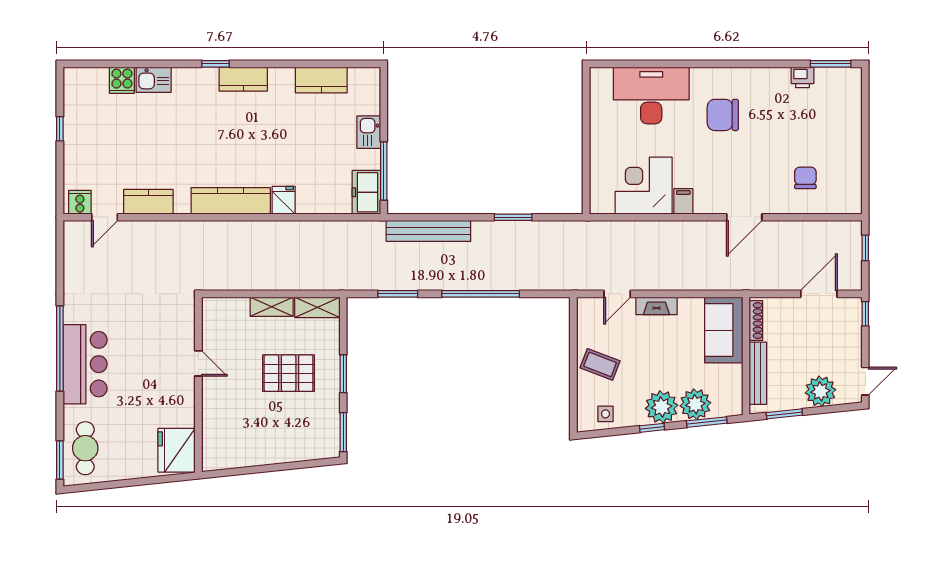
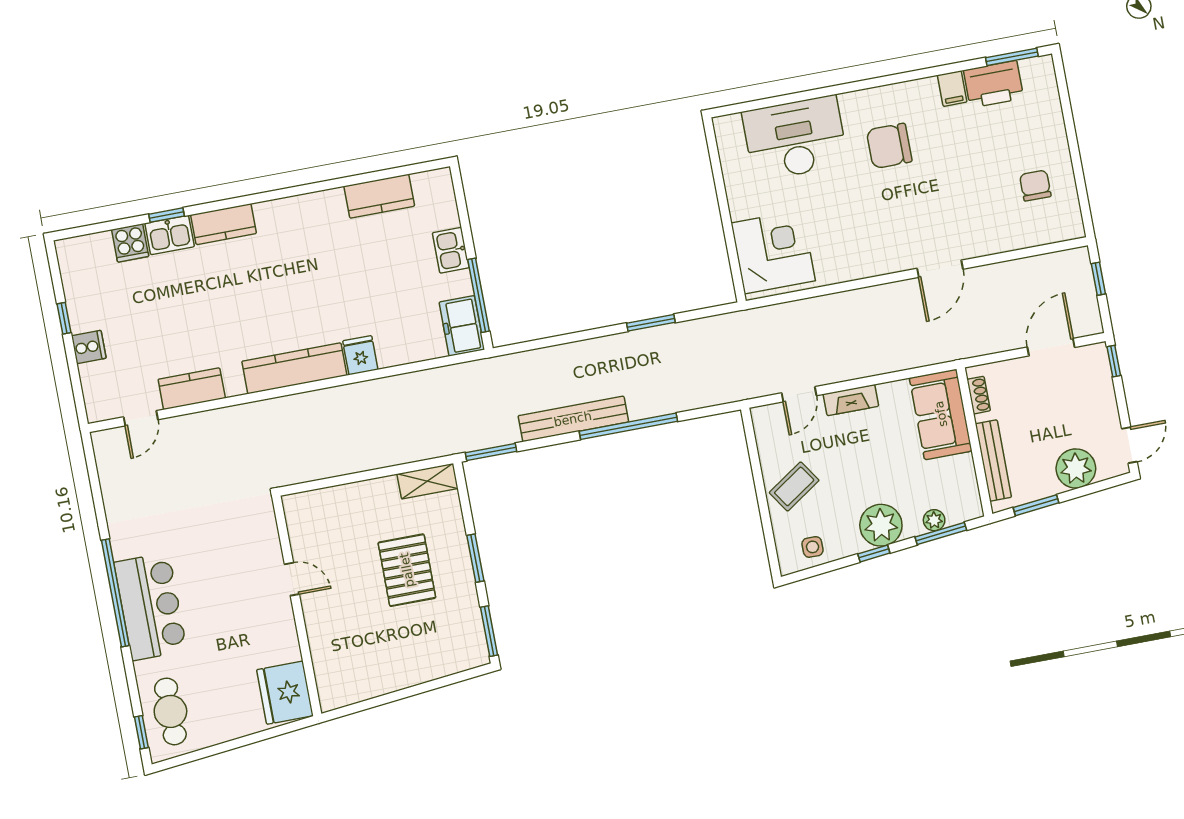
window: (215, 64) -> (166, 215), moved
printer: (802, 77) -> (994, 84), width x1.87, depth x1.48
kitchen counter: (243, 79) -> (224, 224), moved
chair: (805, 178) -> (1035, 186), moved
corner desk: (644, 186) -> (773, 252), moved, turned 90
filing cabinet: (683, 201) -> (952, 89), moved, turned 180
cooker: (80, 202) -> (89, 347), moved, turned 90
bench: (428, 231) -> (573, 419), moved
window: (398, 294) -> (491, 452), moved
shelving: (272, 307) -> (370, 491), removed
shoe rack: (756, 320) -> (979, 395), width x0.70
coffee table: (600, 364) -> (794, 486), turned -55
pallet: (289, 373) -> (407, 570), turned 90
plant: (695, 404) -> (934, 520), width x0.53, depth x0.53
window: (60, 460) -> (141, 732), width x0.67

